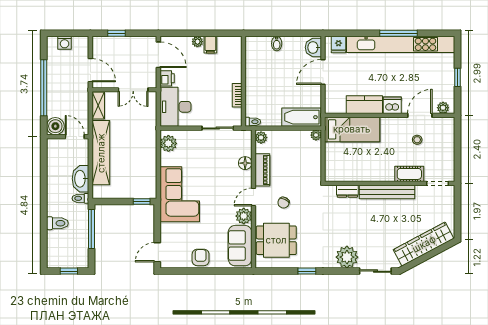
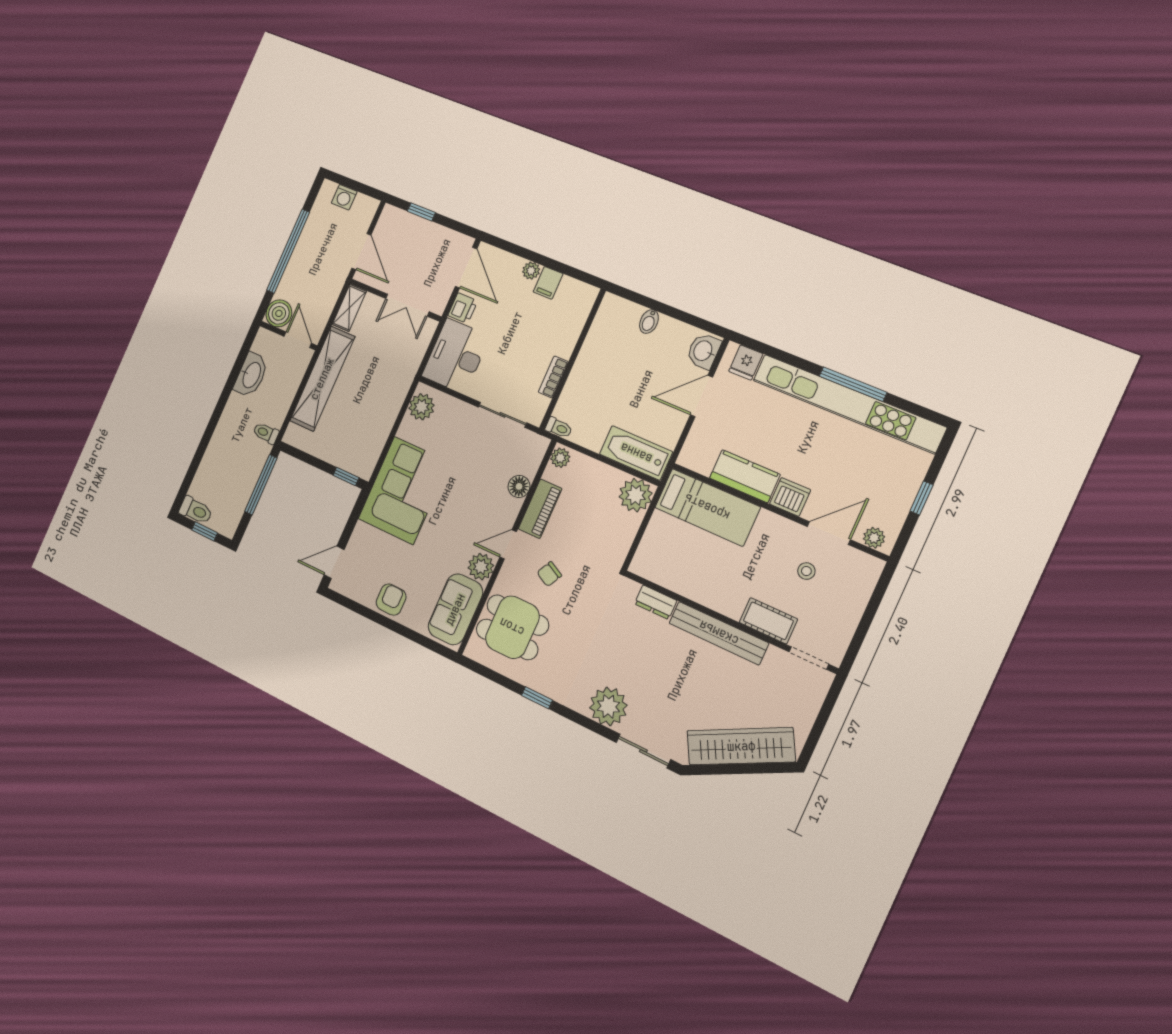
plant: (316, 135) -> (636, 495), width x1.87, depth x1.87
washbasin: (80, 179) -> (251, 375), moved, turned 180
toilet: (57, 223) -> (196, 510), moved

